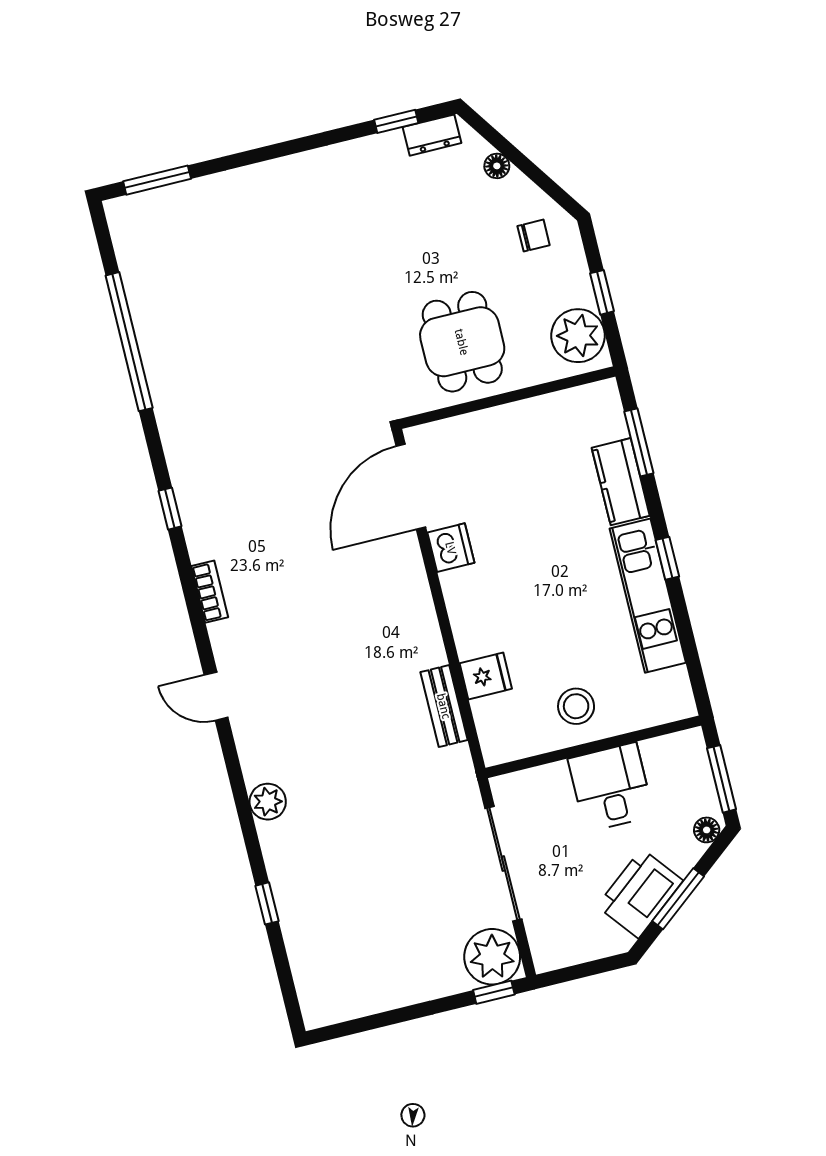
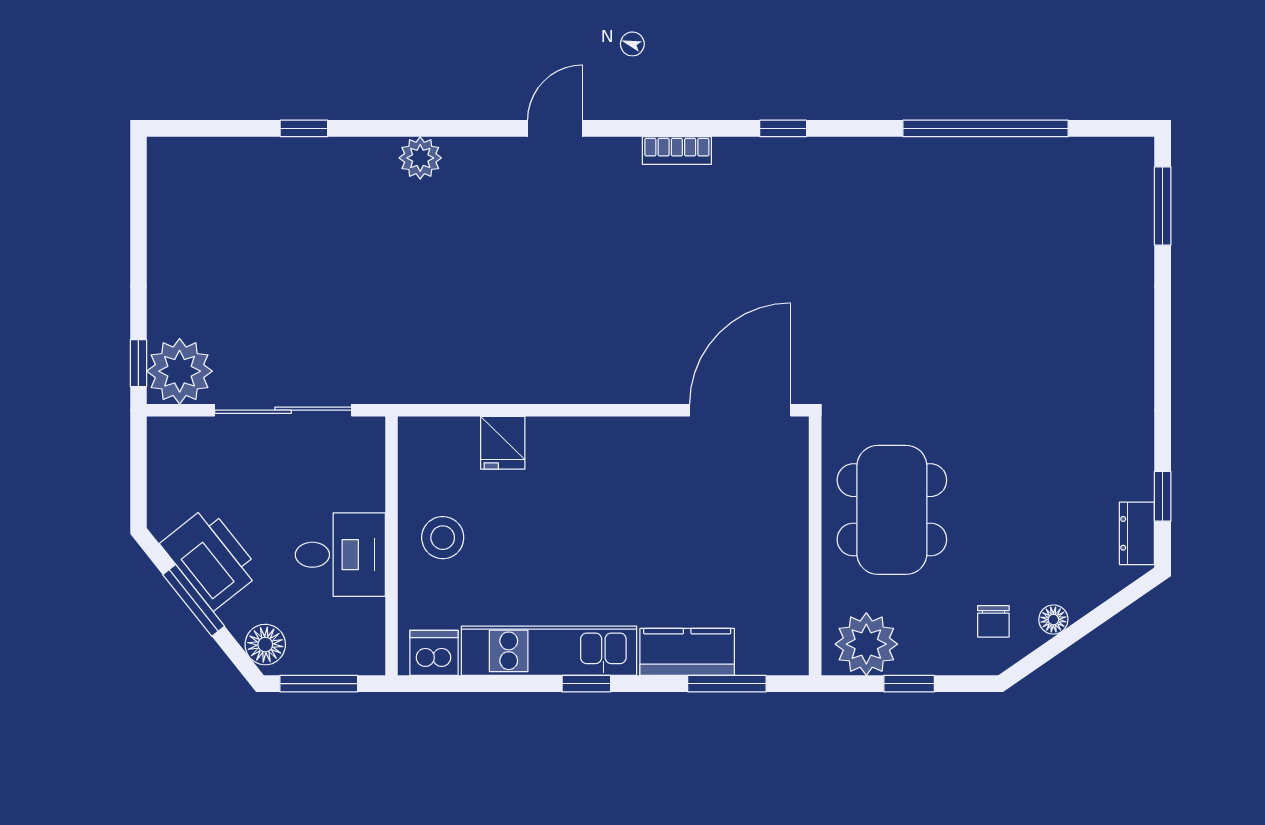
floor lamp: (497, 166) -> (1053, 620), moved
dining table: (462, 342) -> (892, 510), width x1.38
door: (411, 487) -> (740, 410), hinge flipped
dishwasher: (451, 548) -> (434, 653), moved, turned 180
bench: (444, 706) -> (480, 387), removed
floor lamp: (707, 830) -> (265, 645), width x1.37, depth x1.37

